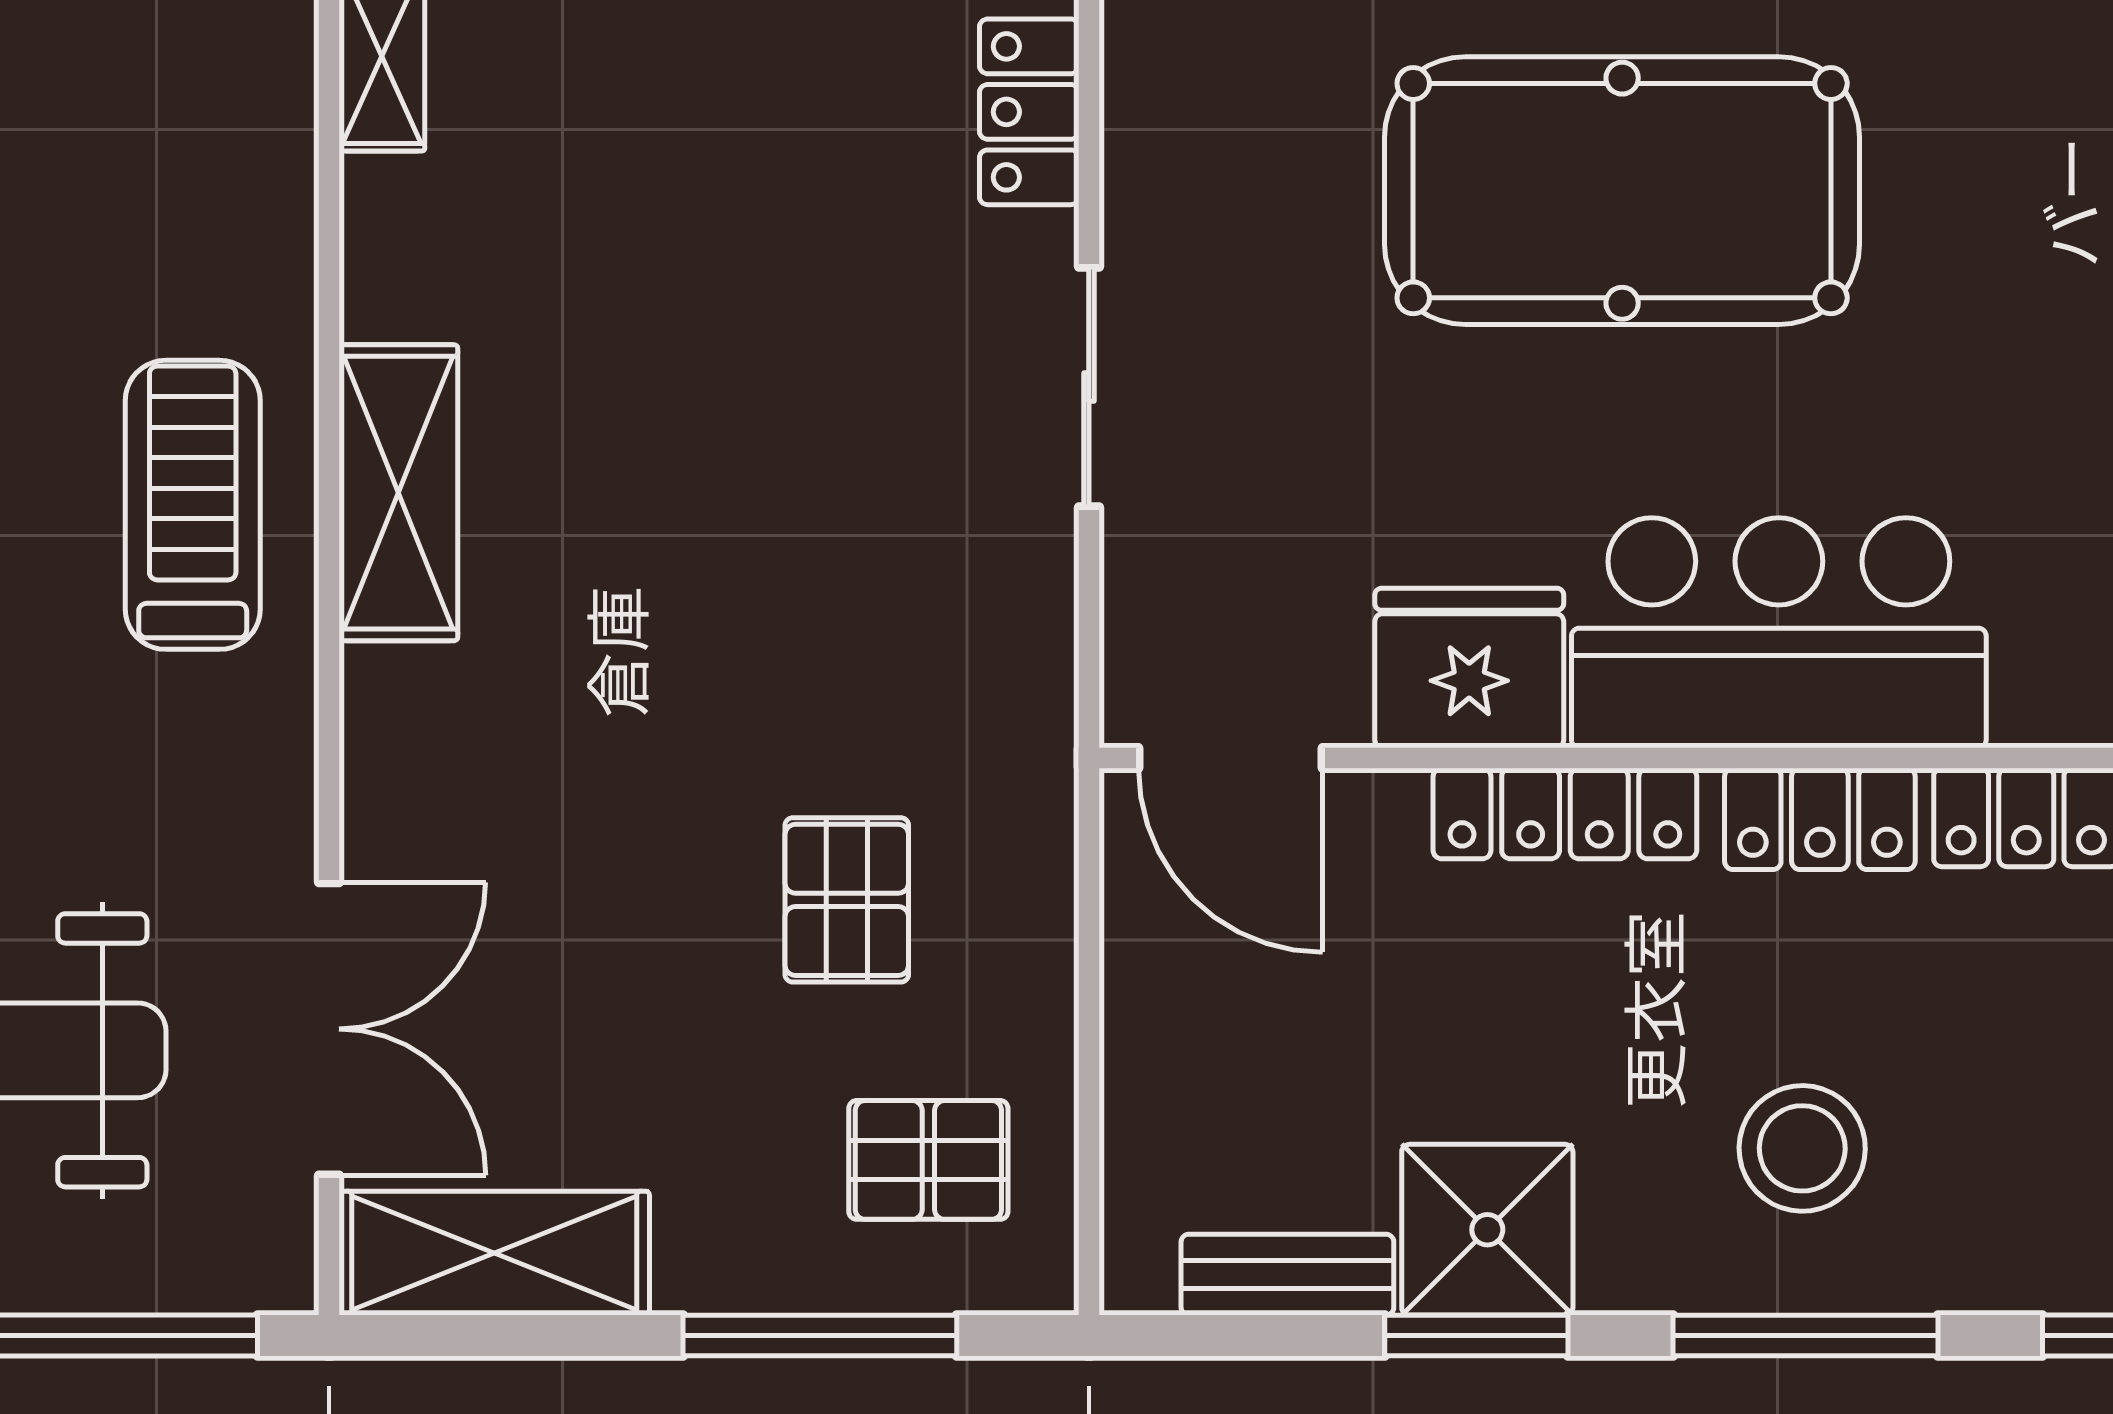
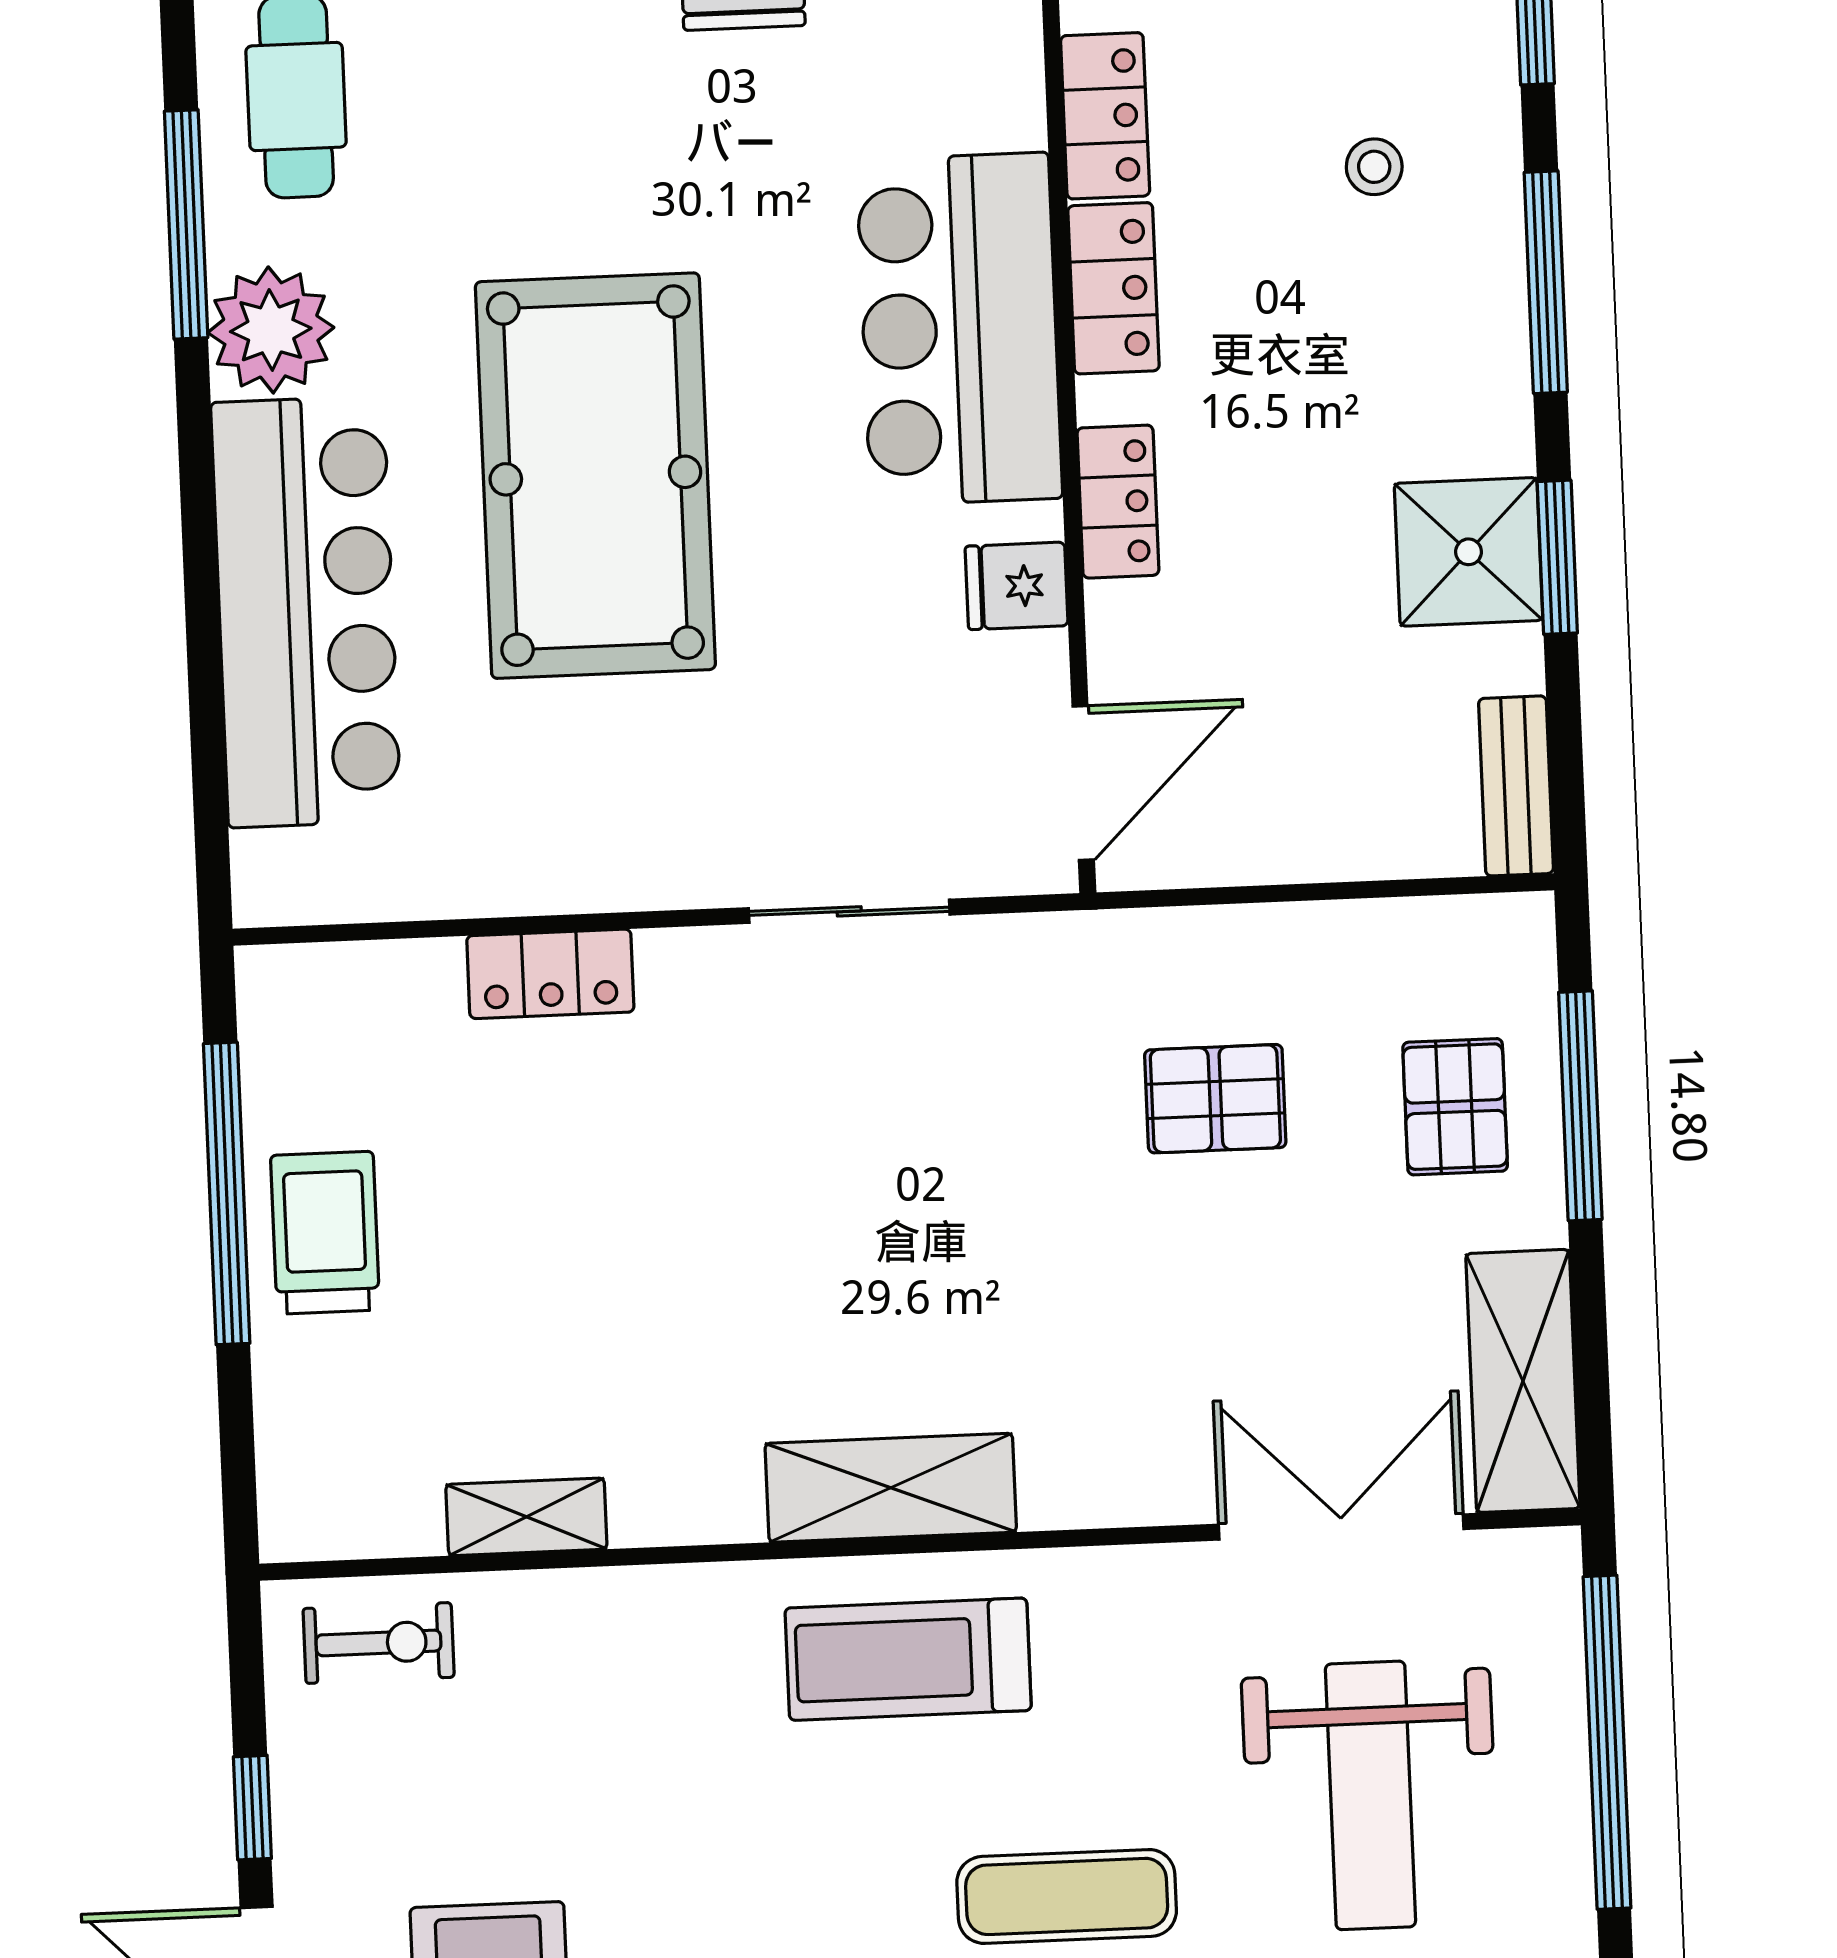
sliding door: (1089, 387) -> (849, 911), moved
fridge: (1469, 668) -> (1017, 586), width x0.53, depth x0.75
locker: (1565, 813) -> (1118, 502), width x0.66
stool: (1802, 1148) -> (1374, 167), moved, width x0.53, depth x0.53
pallet: (928, 1160) -> (1455, 1107), moved
bench: (1287, 1275) -> (1516, 786), moved

